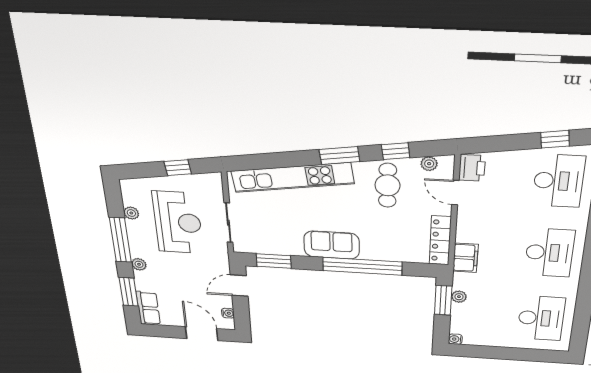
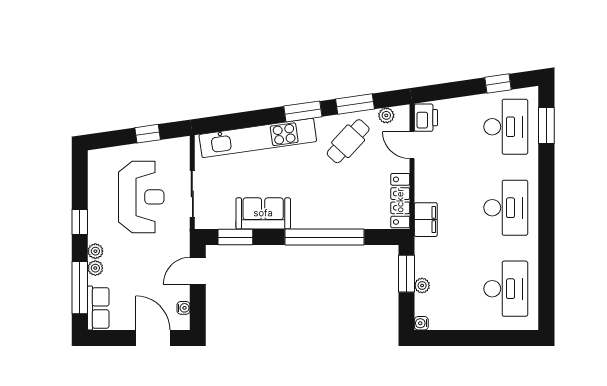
window: (396, 151) -> (355, 104), width x1.50
cafe table: (388, 185) -> (348, 141), turned 43
plant: (131, 213) -> (95, 268), moved
window: (120, 240) -> (80, 222), width x0.46
sofa: (332, 245) -> (263, 213), moved
window: (129, 292) -> (80, 288), width x1.44
plant: (459, 297) -> (422, 285), moved

